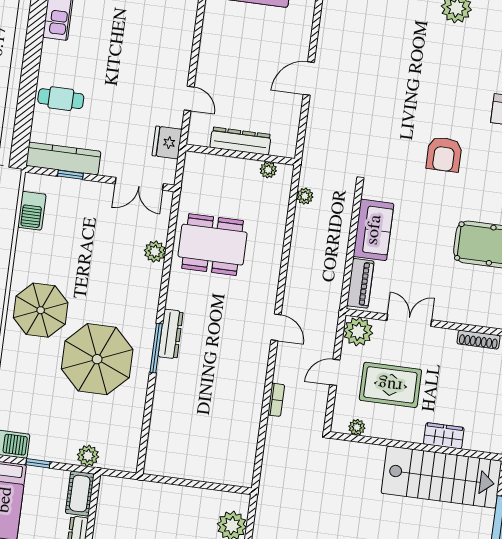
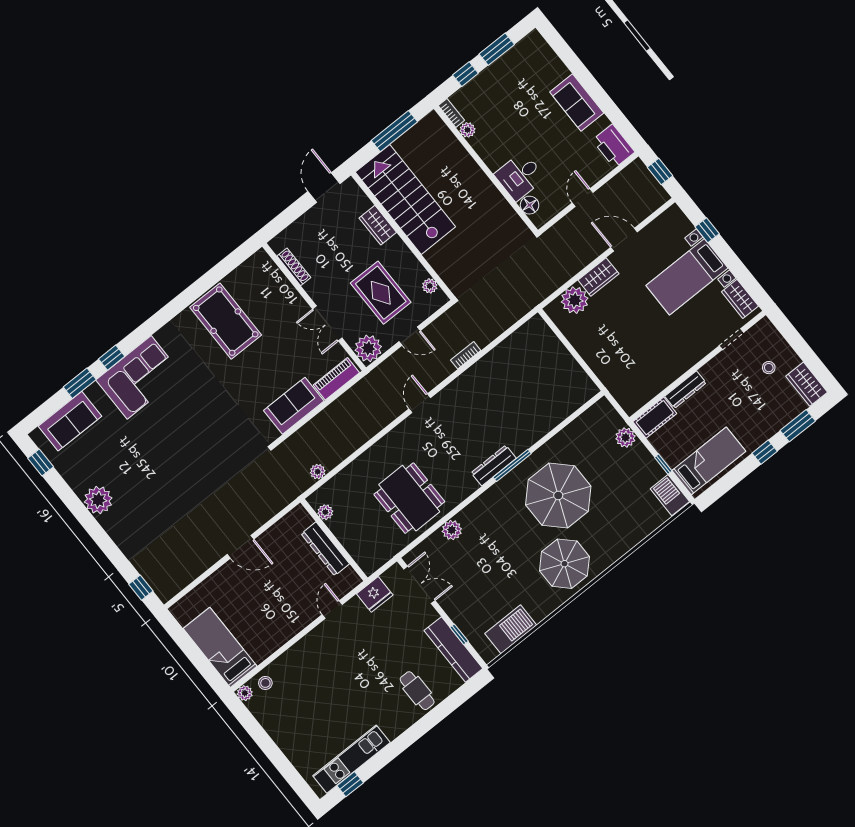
armchair: (444, 154) -> (199, 411), removed
barbecue: (32, 211) -> (511, 629), width x1.37, depth x1.21

